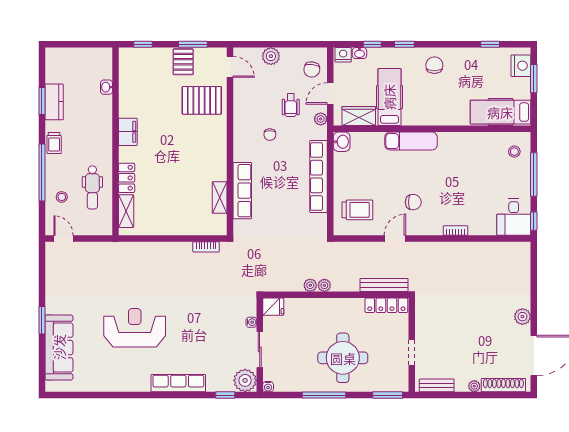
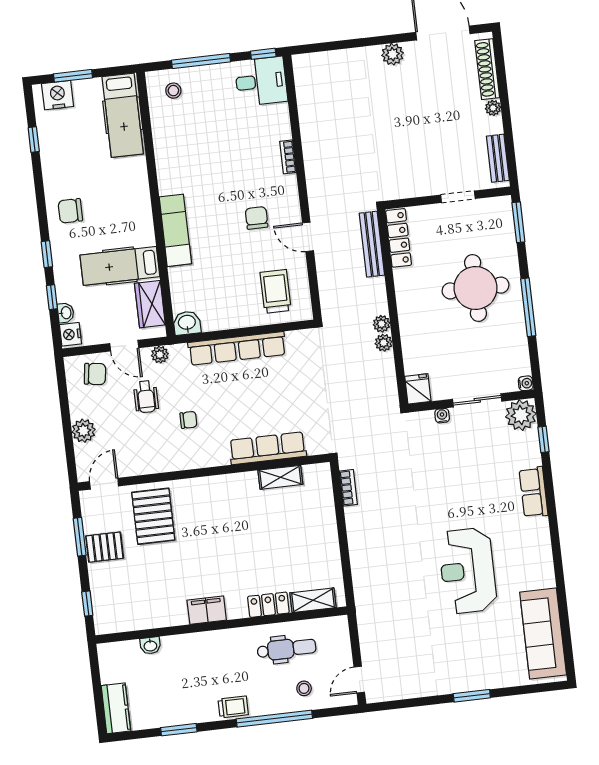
kitchen counter: (54, 102) -> (116, 708), moved, turned 90
wheelchair: (291, 105) -> (146, 397), turned 90
sofa: (59, 347) -> (543, 634), moved, turned -90
row of seats: (178, 383) -> (533, 492), width x0.68

